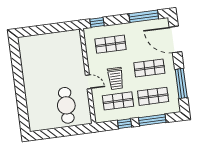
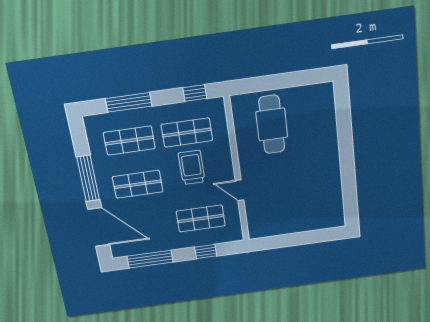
window: (97, 22) -> (206, 252), moved
door: (88, 82) -> (240, 190), moved
window: (181, 83) -> (88, 178), moved
window: (125, 124) -> (195, 93), moved

